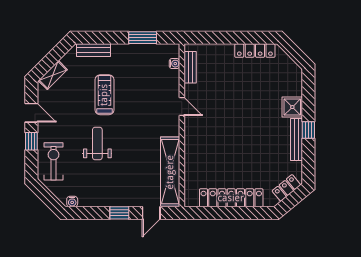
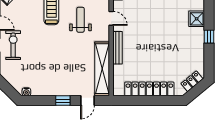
bench: (297, 140) -> (118, 48), moved
weight bench: (97, 143) -> (80, 20), moved
exercise bike: (53, 161) -> (13, 45), moved

